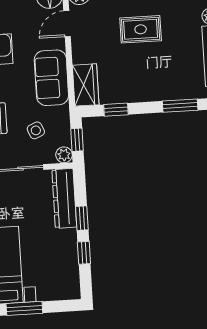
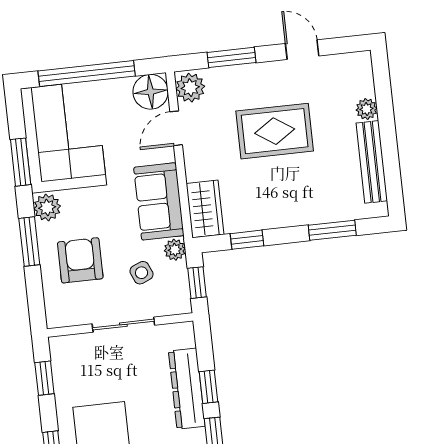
rug: (141, 29) -> (275, 131), width x1.36, depth x1.43
plant: (64, 155) -> (175, 250), moved
dresser: (64, 198) -> (187, 389), moved

